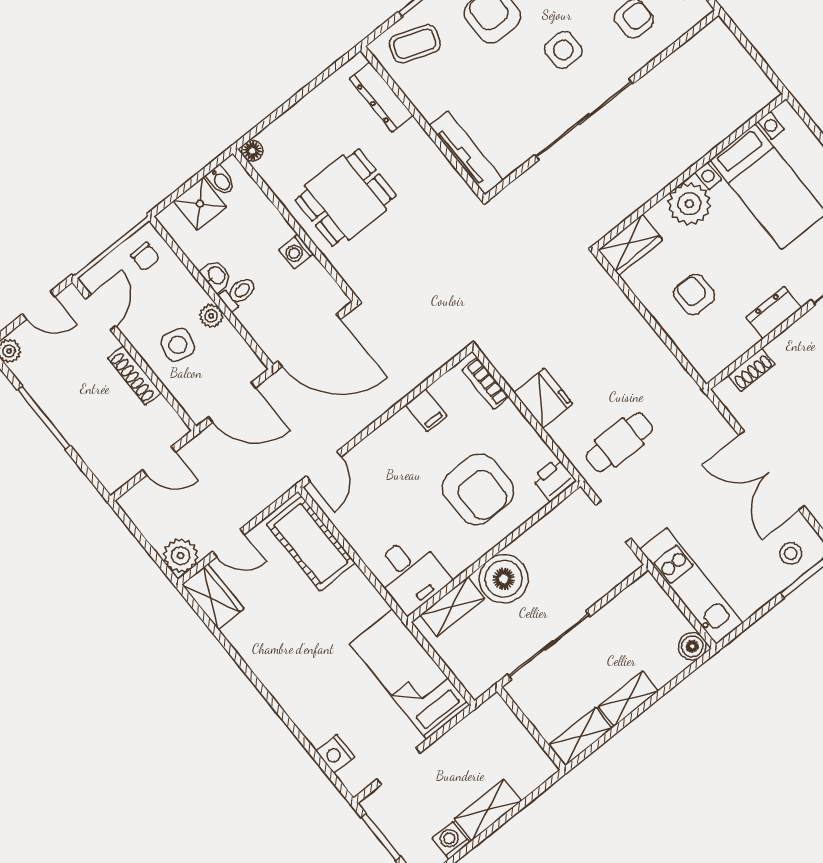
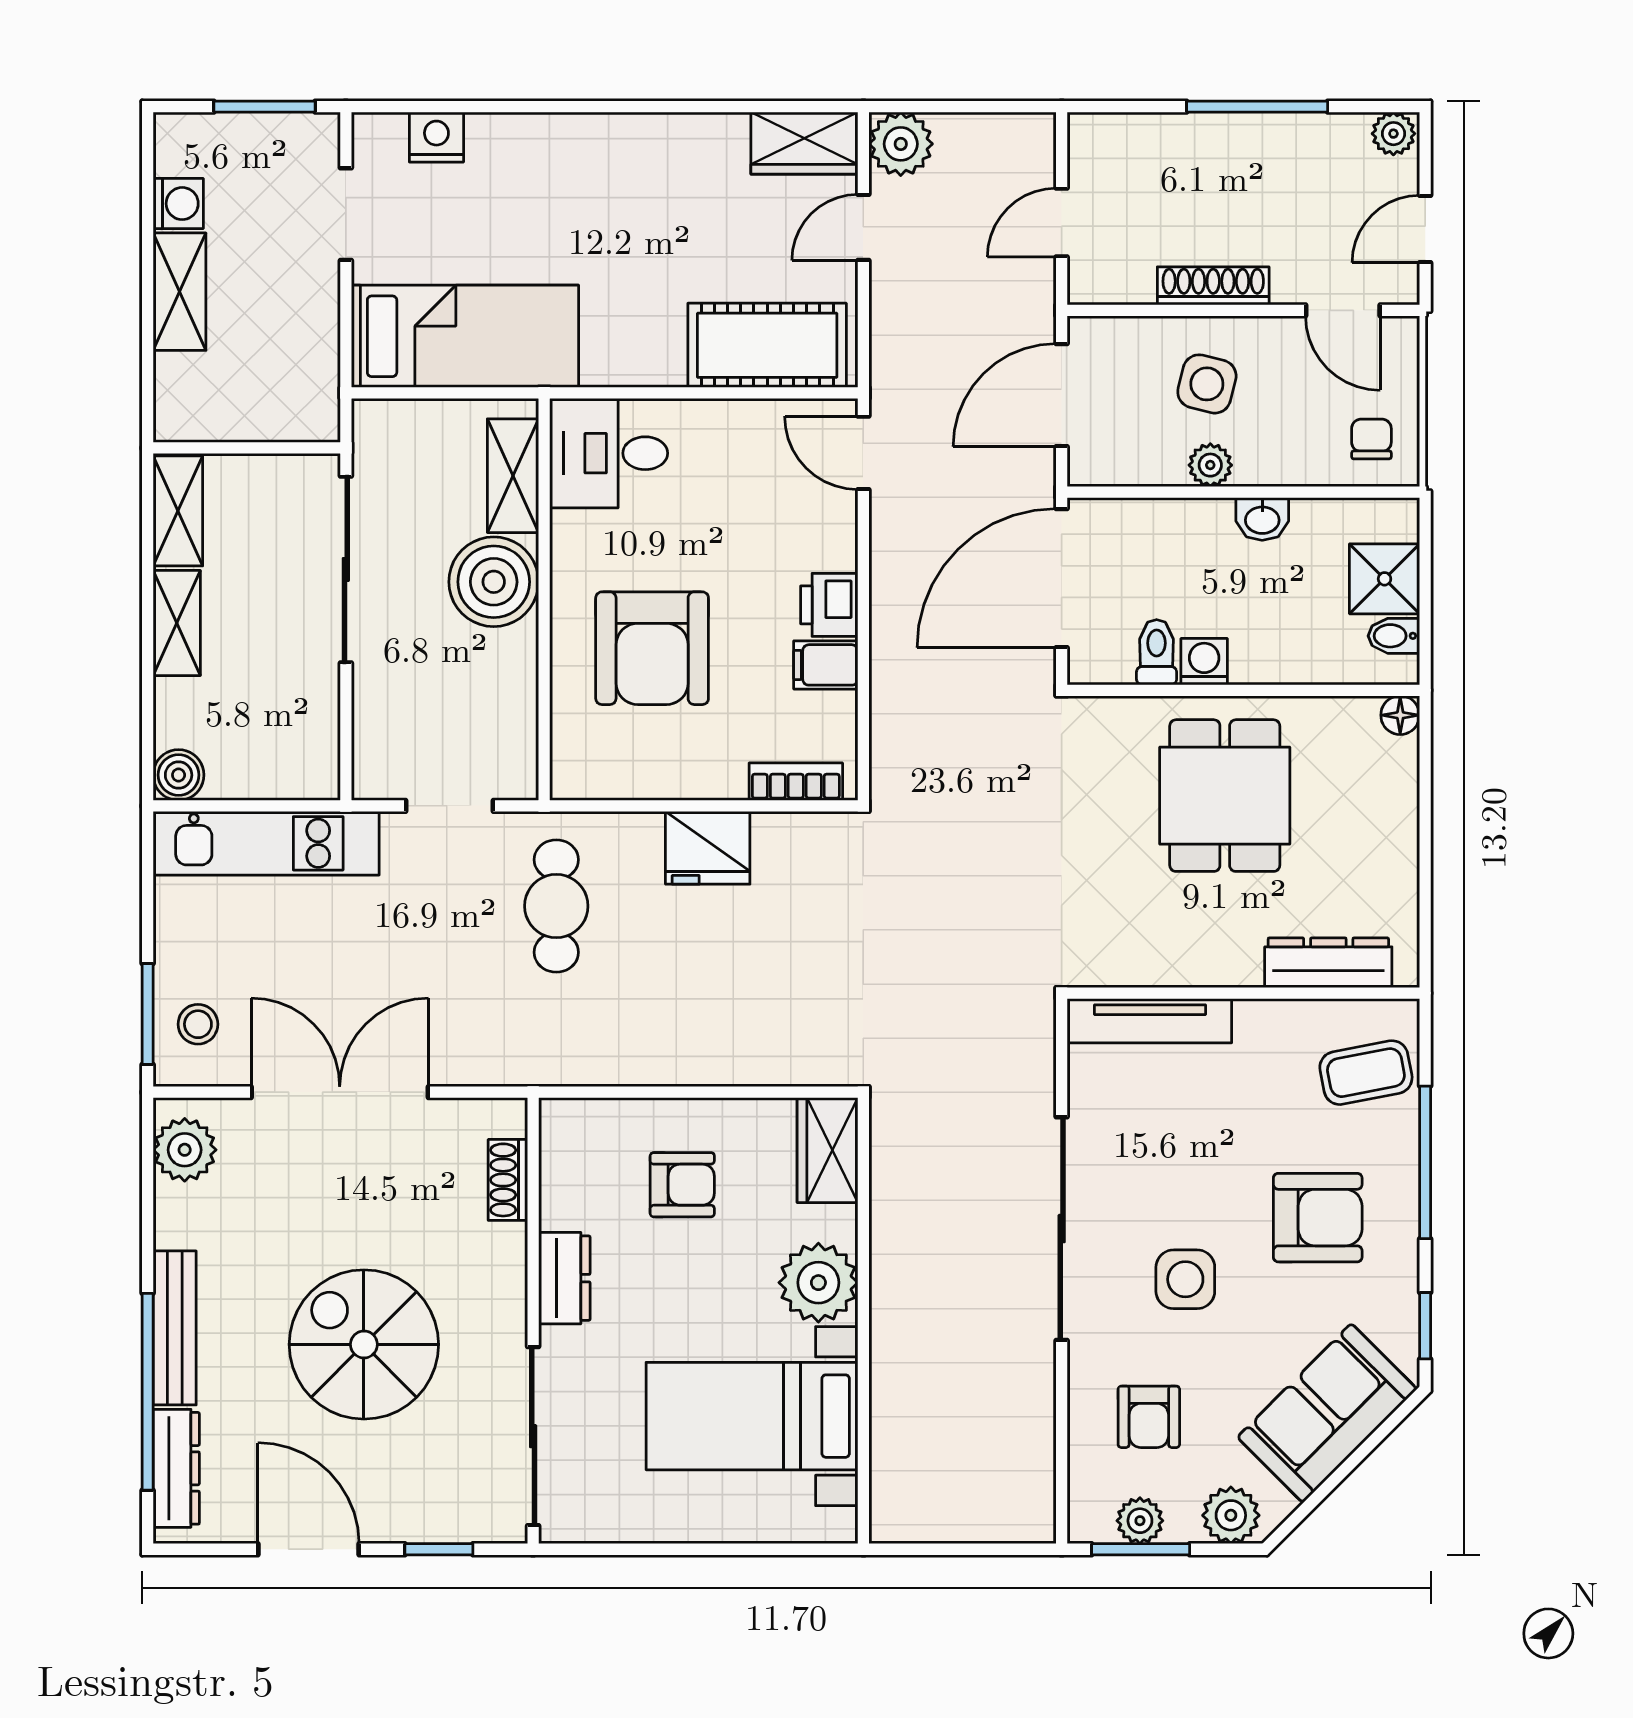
coffee table: (415, 44) -> (1366, 1073), turned 59
chair: (145, 257) -> (1371, 439), turned 90
toilet: (238, 293) -> (1157, 652), moved, turned 180
printer: (554, 480) -> (829, 605), moved, turned 180
armchair: (478, 489) -> (652, 648), turned -90

